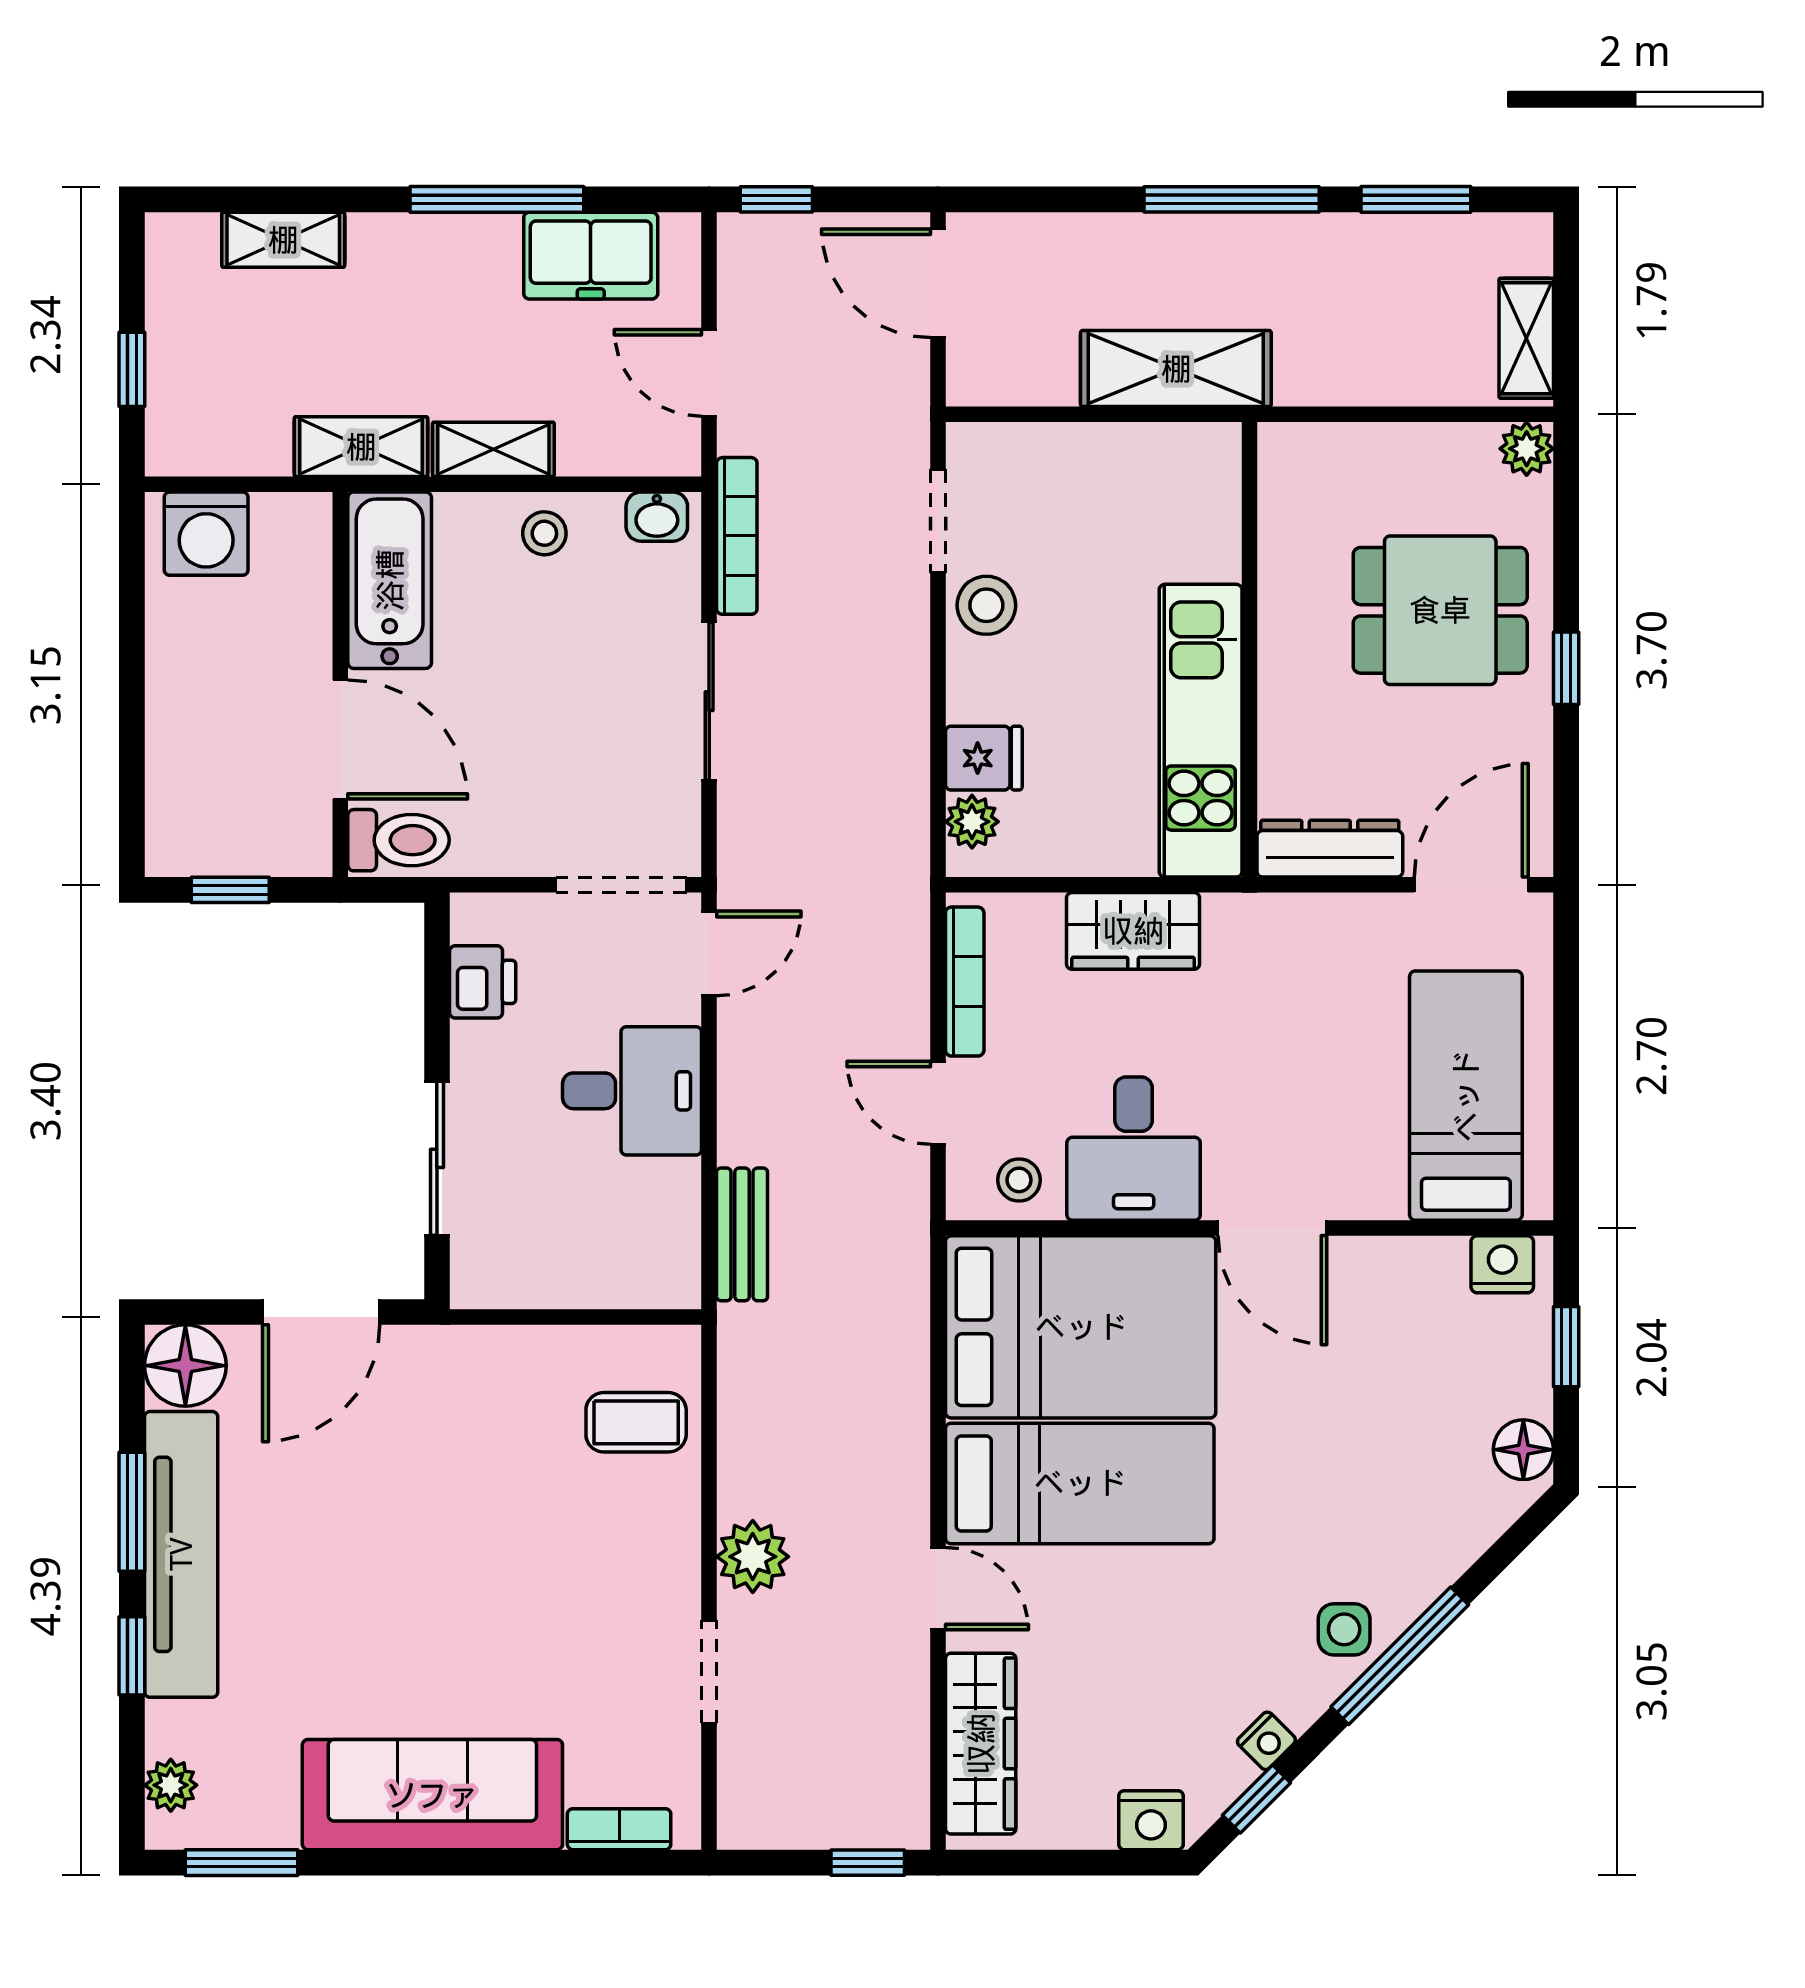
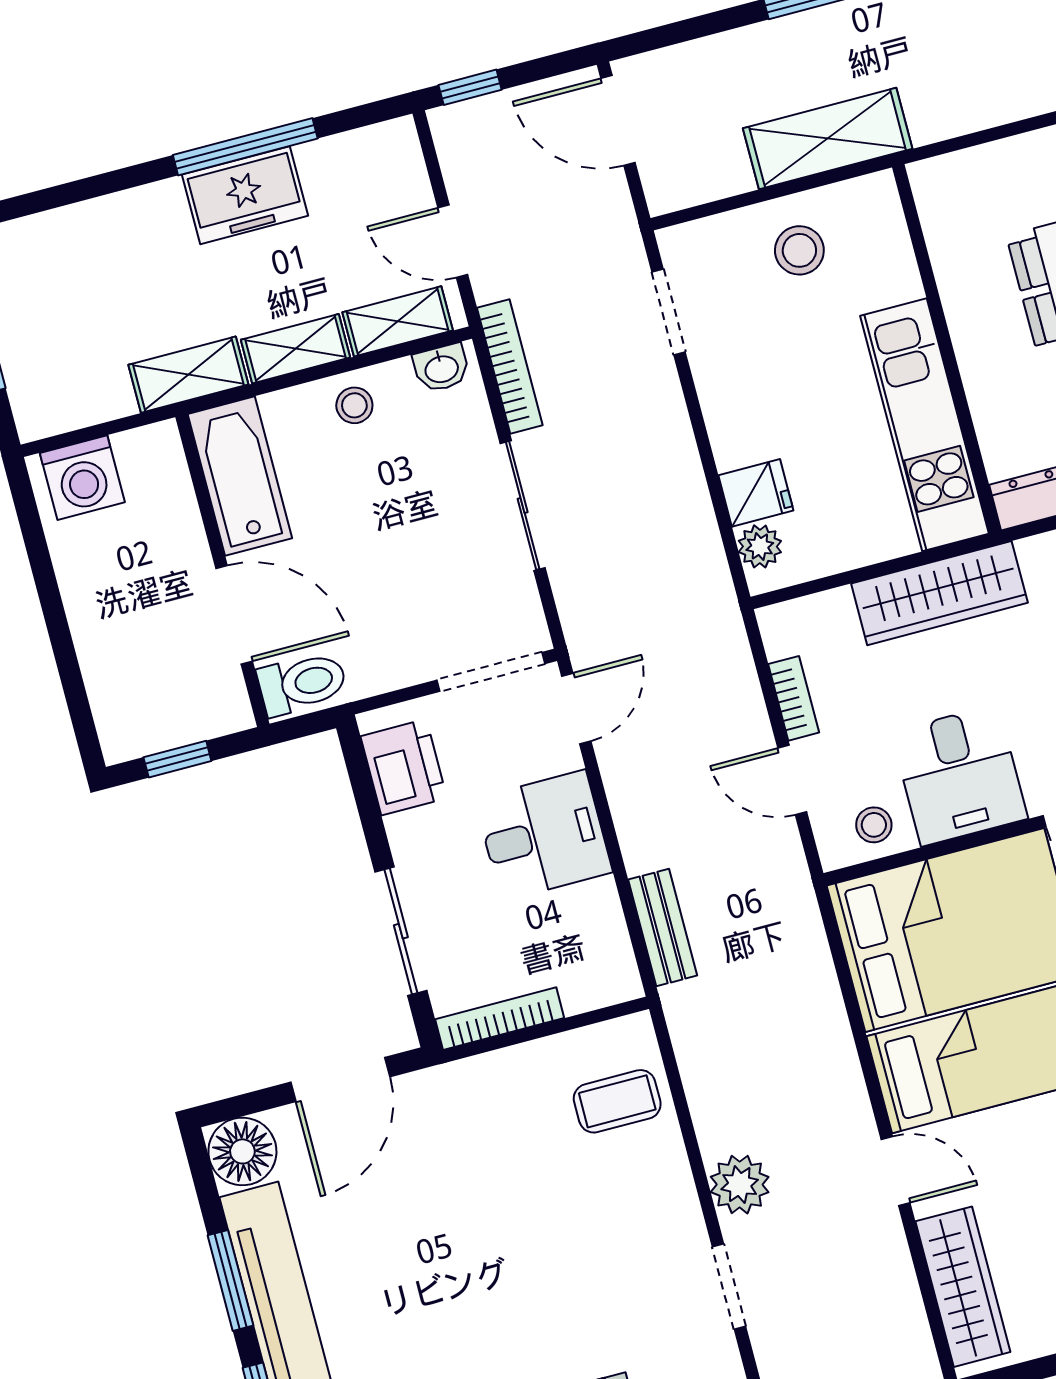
shelving: (283, 240) -> (398, 321), moved
freezer: (591, 256) -> (245, 195), moved
stool: (986, 605) -> (799, 250), moved
wardrobe: (1133, 931) -> (939, 593), width x1.50
printer: (483, 982) -> (404, 767), width x1.36, depth x1.24
bookcase: (965, 982) -> (794, 698), width x0.64
bookcase: (525, 1290) -> (500, 1019), added

